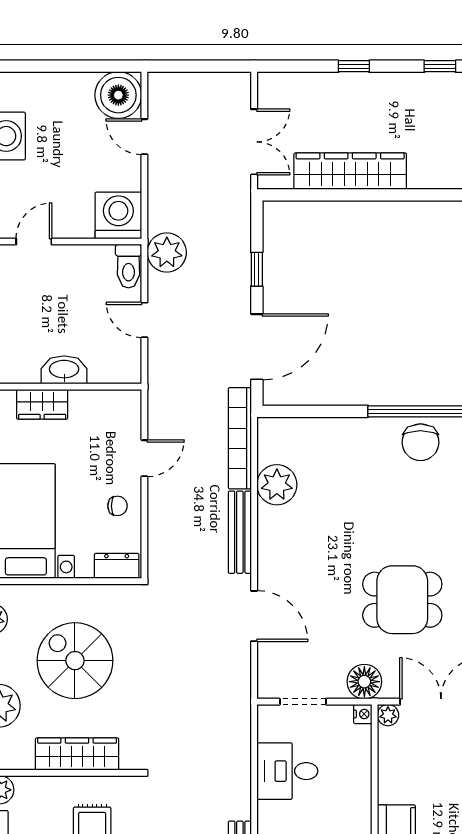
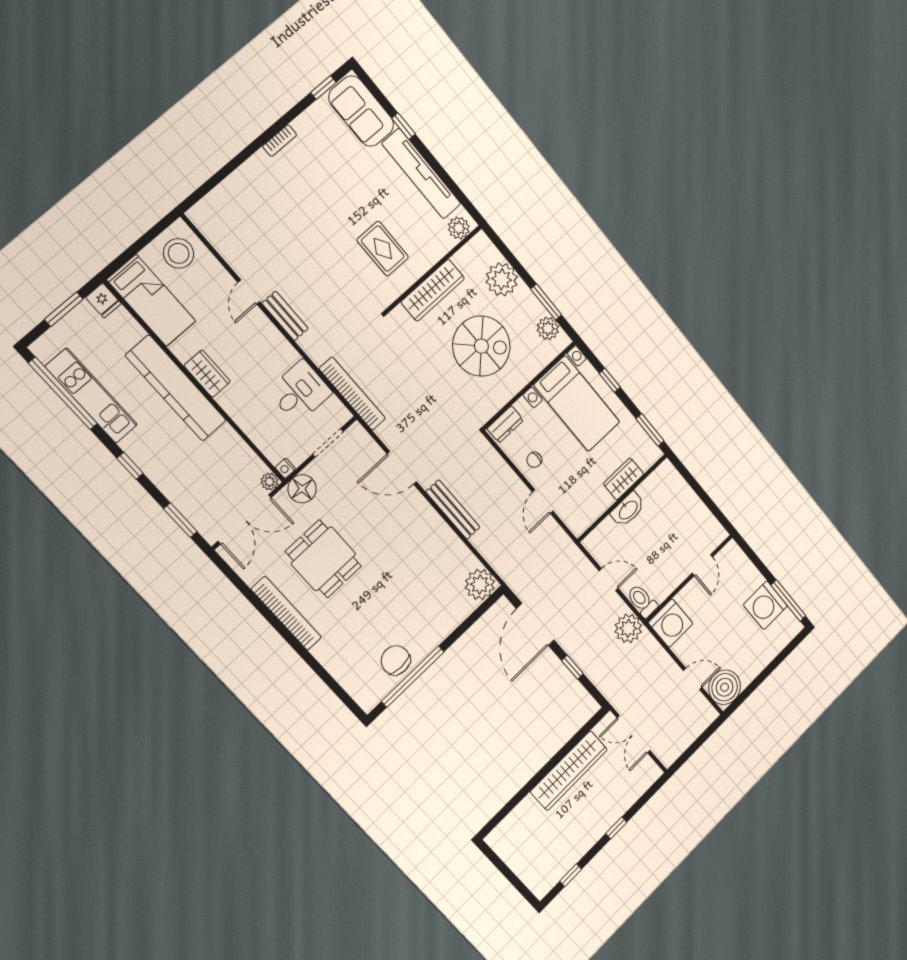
bookcase: (240, 438) -> (352, 394), moved
plant: (277, 485) -> (480, 584), moved
dining table: (402, 600) -> (323, 559), turned 90

